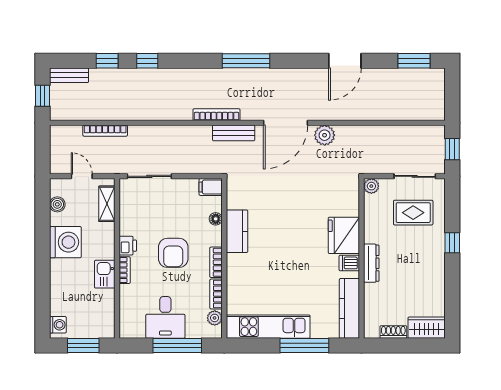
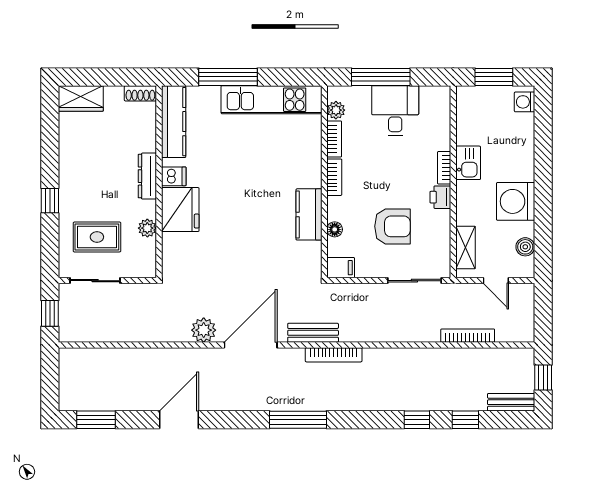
plant: (371, 186) -> (147, 228), moved
armchair: (173, 253) -> (392, 226), moved, turned 90
shoe rack: (393, 332) -> (140, 93), moved

